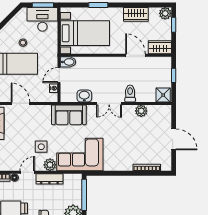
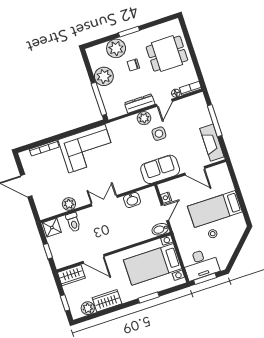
plant: (165, 13) -> (88, 308), moved
toilet: (130, 93) -> (73, 222), moved
sofa: (69, 115) -> (160, 169), moved
corner sofa: (80, 155) -> (87, 149), moved

